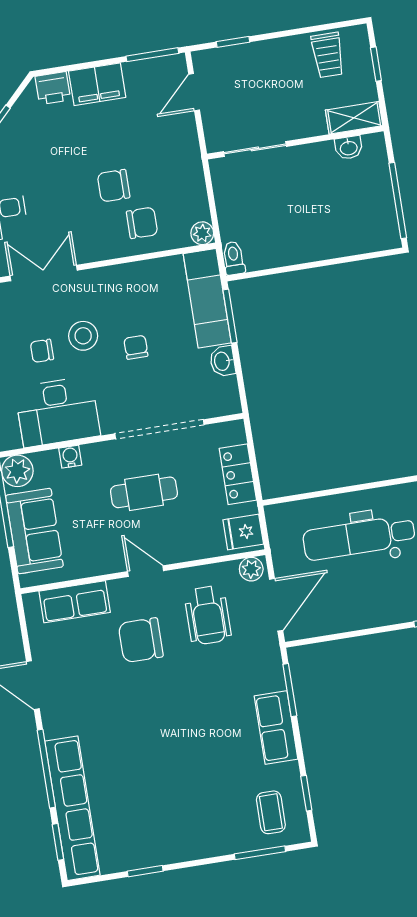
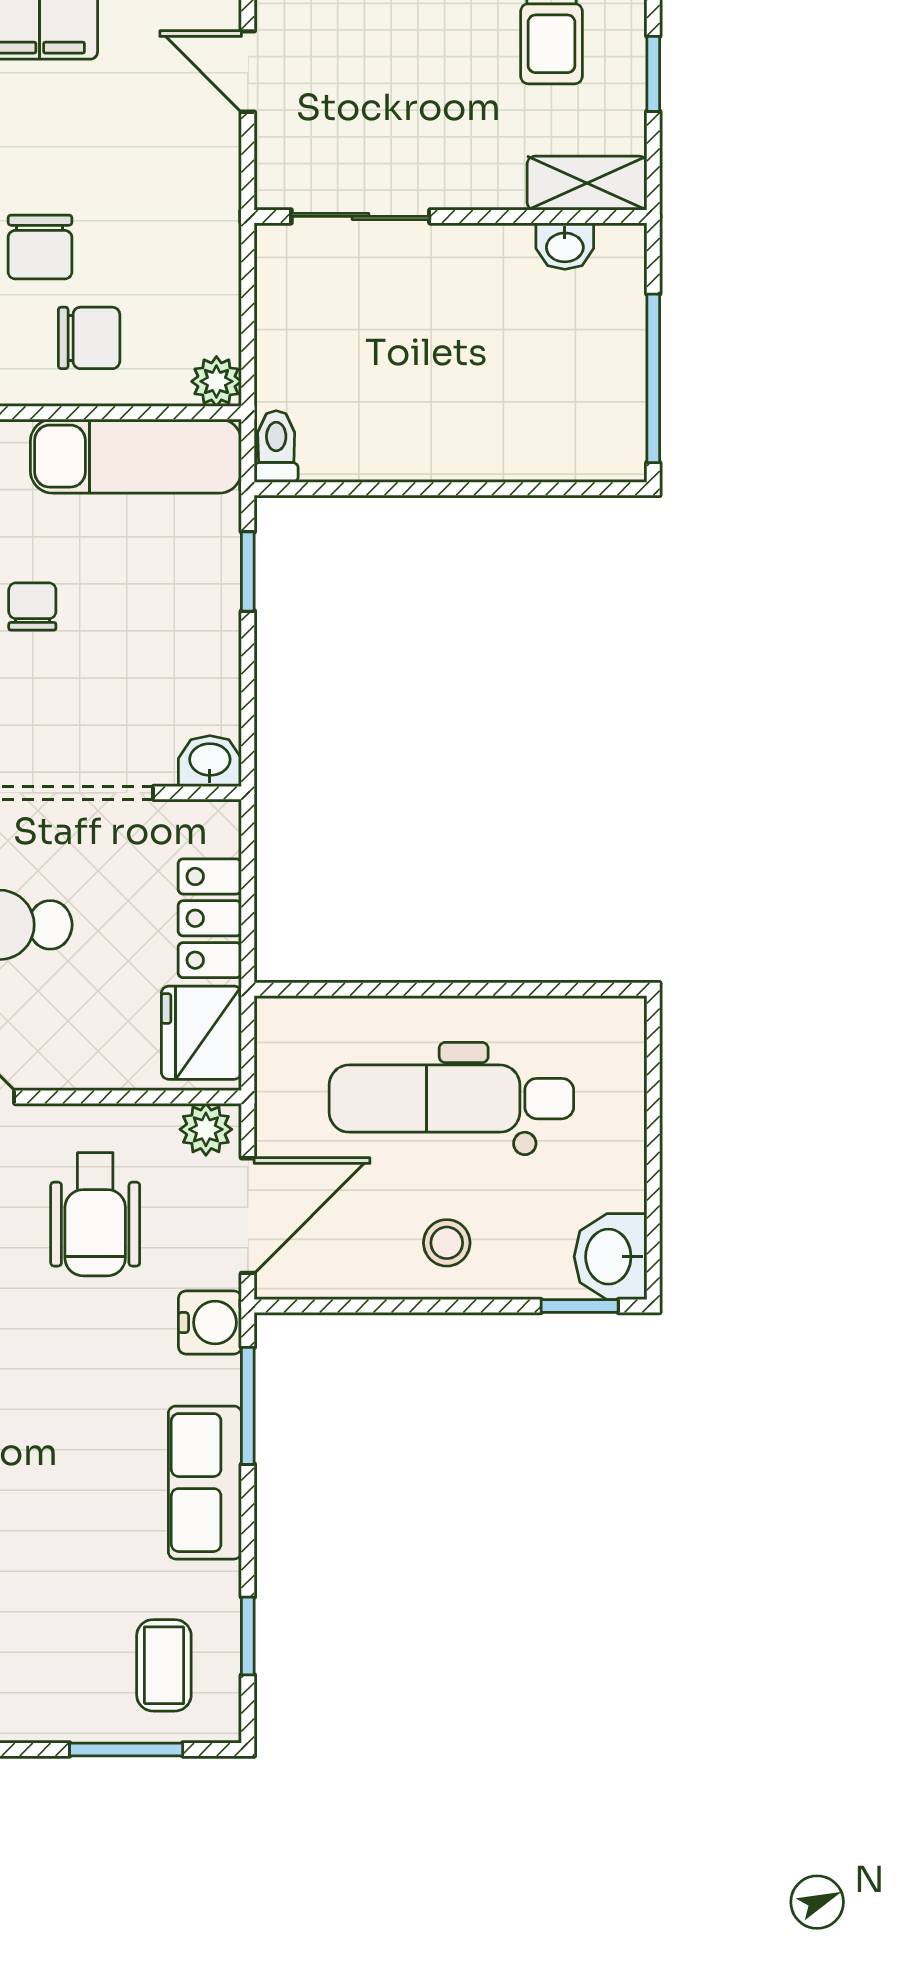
door: (194, 92) -> (248, 72), hinge flipped
chair: (114, 186) -> (40, 247), turned -90
exam couch: (207, 298) -> (136, 456), moved, turned -90
window: (230, 316) -> (248, 571), width x0.67
washbasin: (223, 361) -> (210, 761), moved, turned 90
fridge: (243, 532) -> (201, 1033), width x1.38
stool: (367, 603) -> (447, 1243), added
water cooler: (267, 655) -> (210, 1323), added

